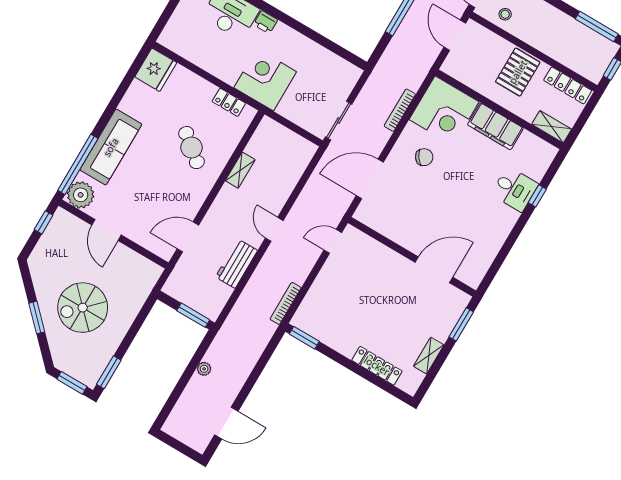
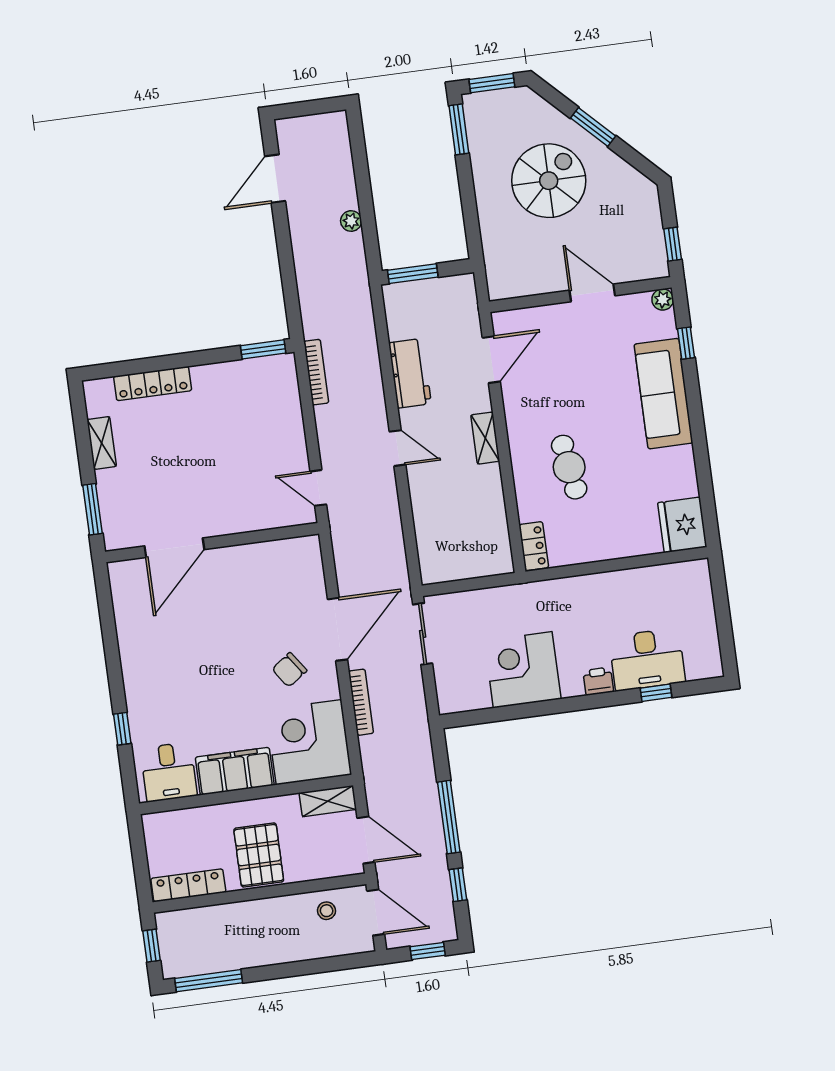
corner desk: (265, 80) -> (523, 670), moved, turned 180
locker: (229, 102) -> (534, 546), moved, turned 90
shelving: (552, 127) -> (328, 801), moved
cafe table: (191, 148) -> (569, 467), turned 42
window: (78, 164) -> (686, 343), width x0.32
shelving: (240, 170) -> (485, 438), moved
door: (370, 179) -> (337, 629), moved
desk: (515, 189) -> (169, 772), moved, turned -90
plant: (81, 195) -> (663, 299), width x0.53, depth x0.53
door: (333, 241) -> (318, 488), swing flipped

